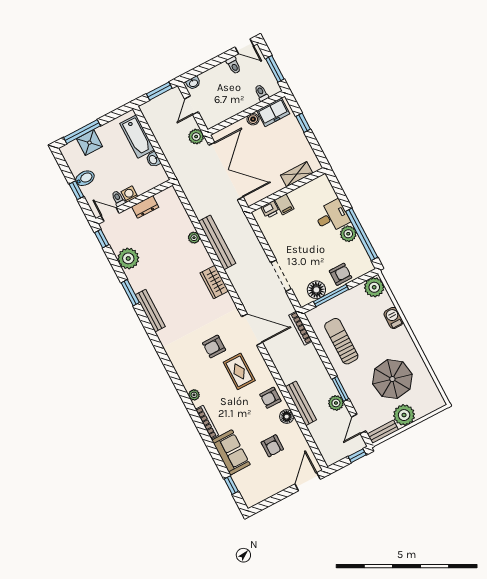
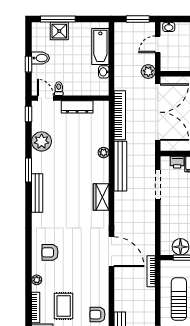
bookcase: (191, 193) -> (120, 115), added
washing machine: (129, 194) -> (70, 90), removed
dresser: (145, 207) -> (77, 107), width x1.44
doorway: (281, 276) -> (158, 185), moved
armchair: (214, 346) -> (50, 252), moved
rug: (239, 371) -> (64, 306), moved

